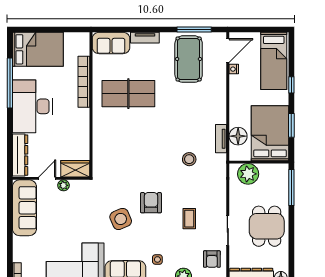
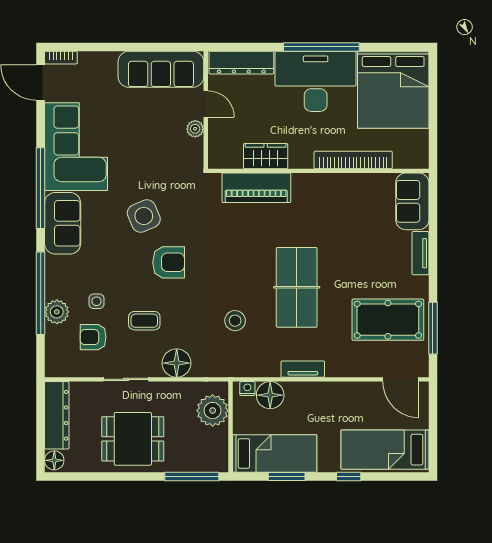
bed: (38, 49) -> (393, 90), width x1.36
nightstand: (234, 69) -> (247, 388), moved
window: (10, 83) -> (321, 47), moved
table tennis table: (128, 94) -> (297, 287), moved
bed: (270, 133) -> (275, 453), width x0.67
tv unit: (221, 139) -> (303, 369), moved
piano: (102, 145) -> (256, 188), added
wardrobe: (75, 169) -> (266, 156), moved, turned -90
floor lamp: (217, 198) -> (177, 363), added
side table: (157, 259) -> (96, 301), moved
armchair: (212, 259) -> (93, 337), moved

